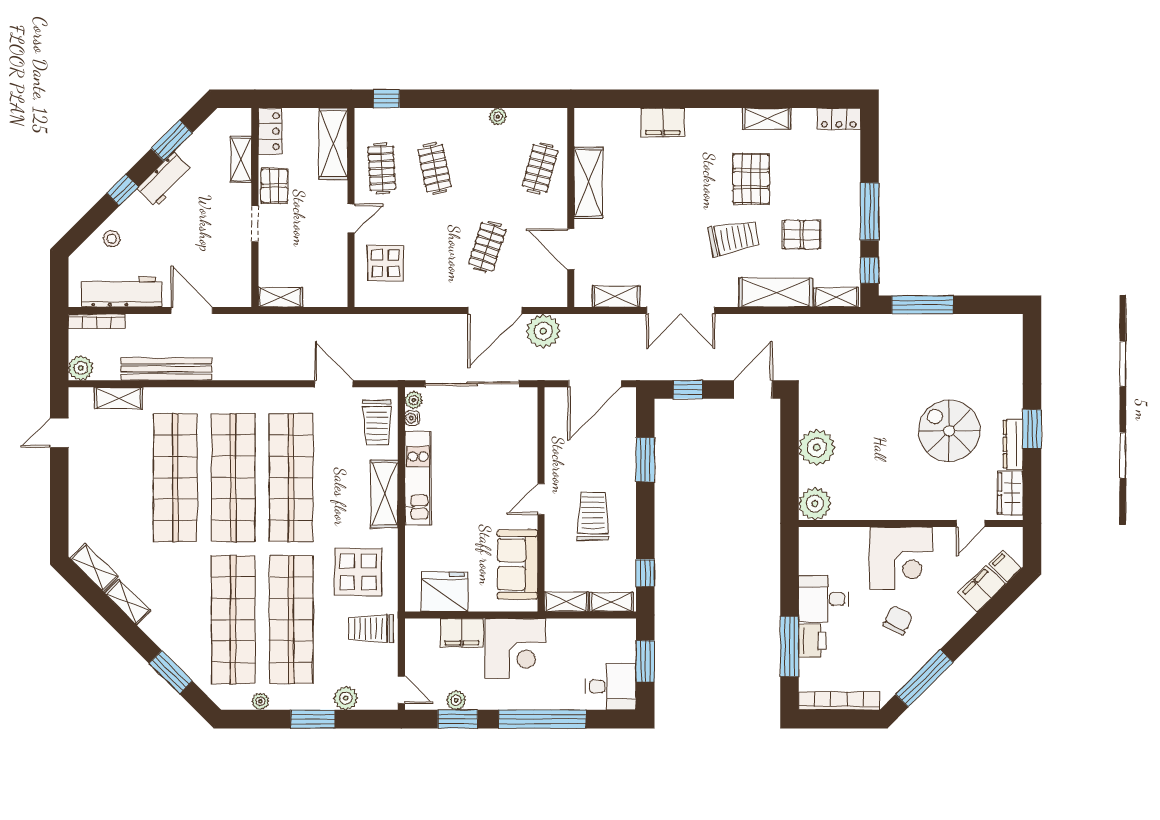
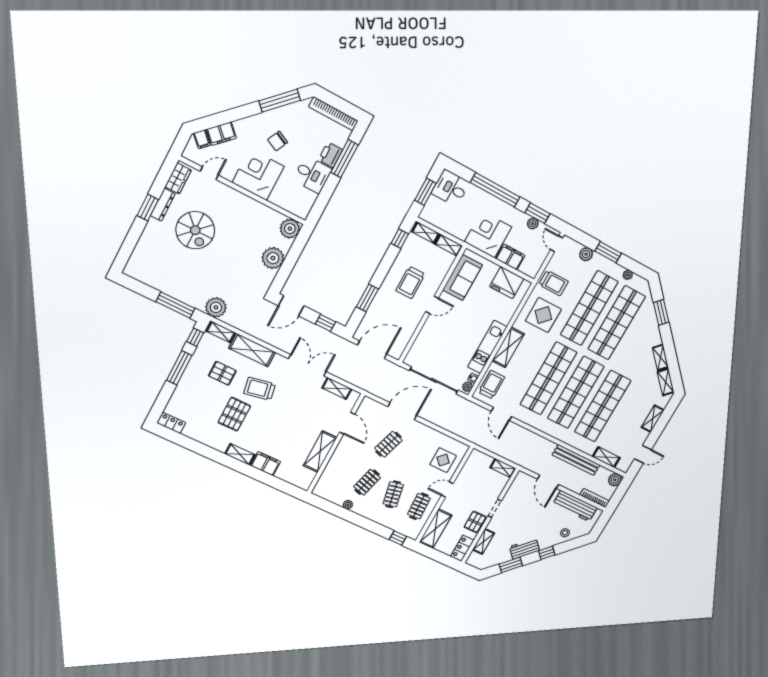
shelving: (767, 119) -> (240, 454), moved
clothes rail: (540, 168) -> (367, 482), moved
plant: (543, 331) -> (216, 307), moved
shelving: (79, 499) -> (653, 419), added

